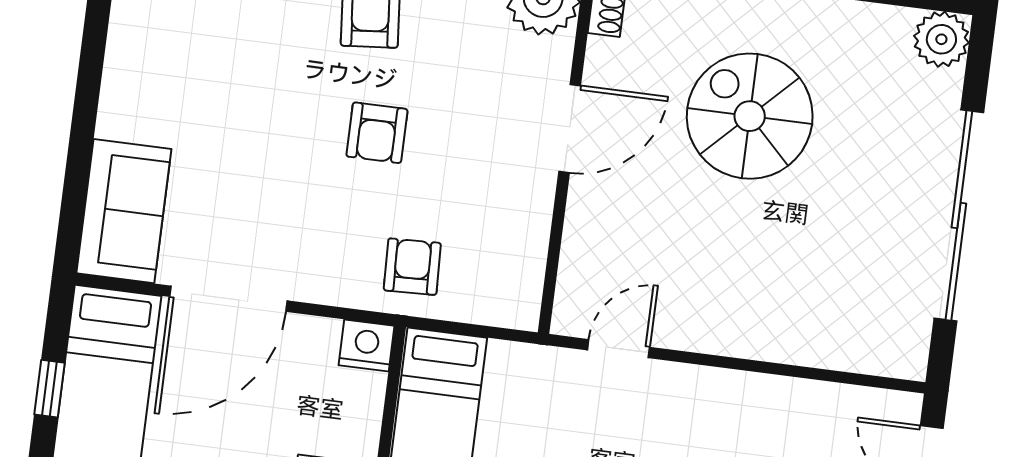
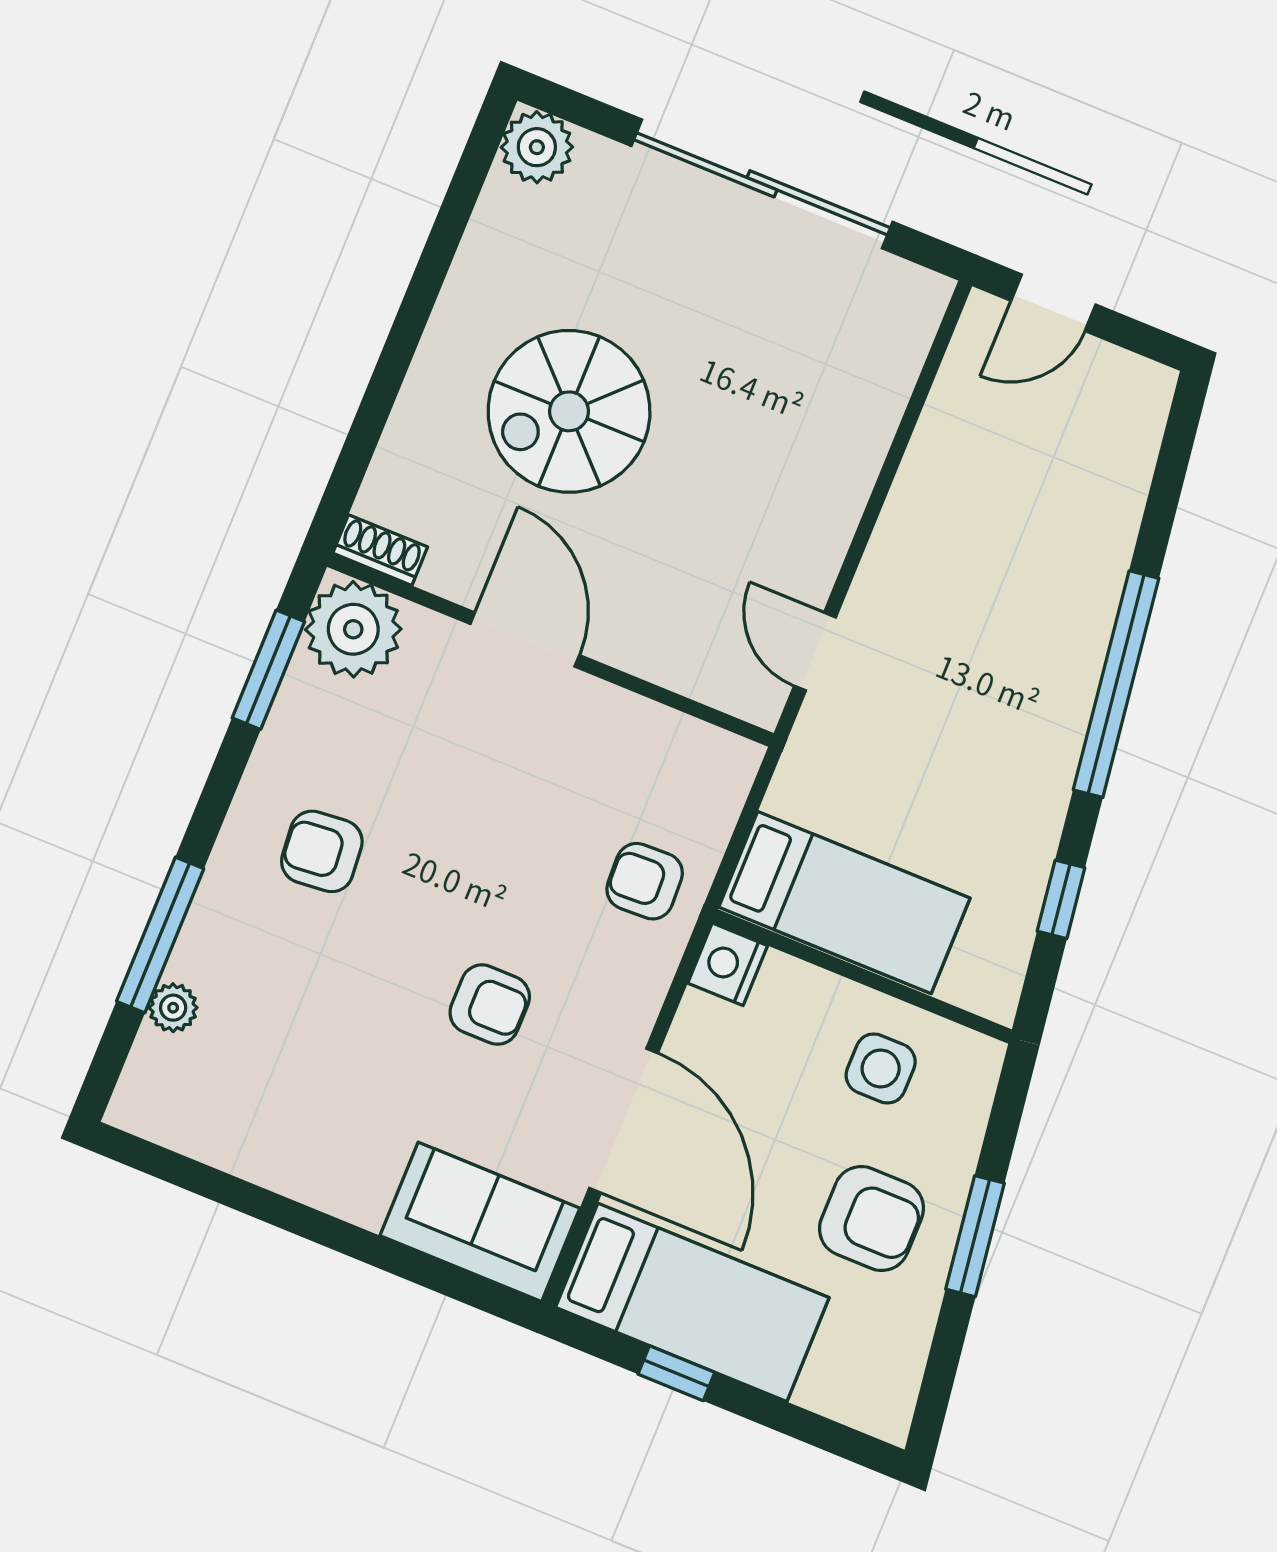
armchair: (377, 133) -> (490, 1005), moved

